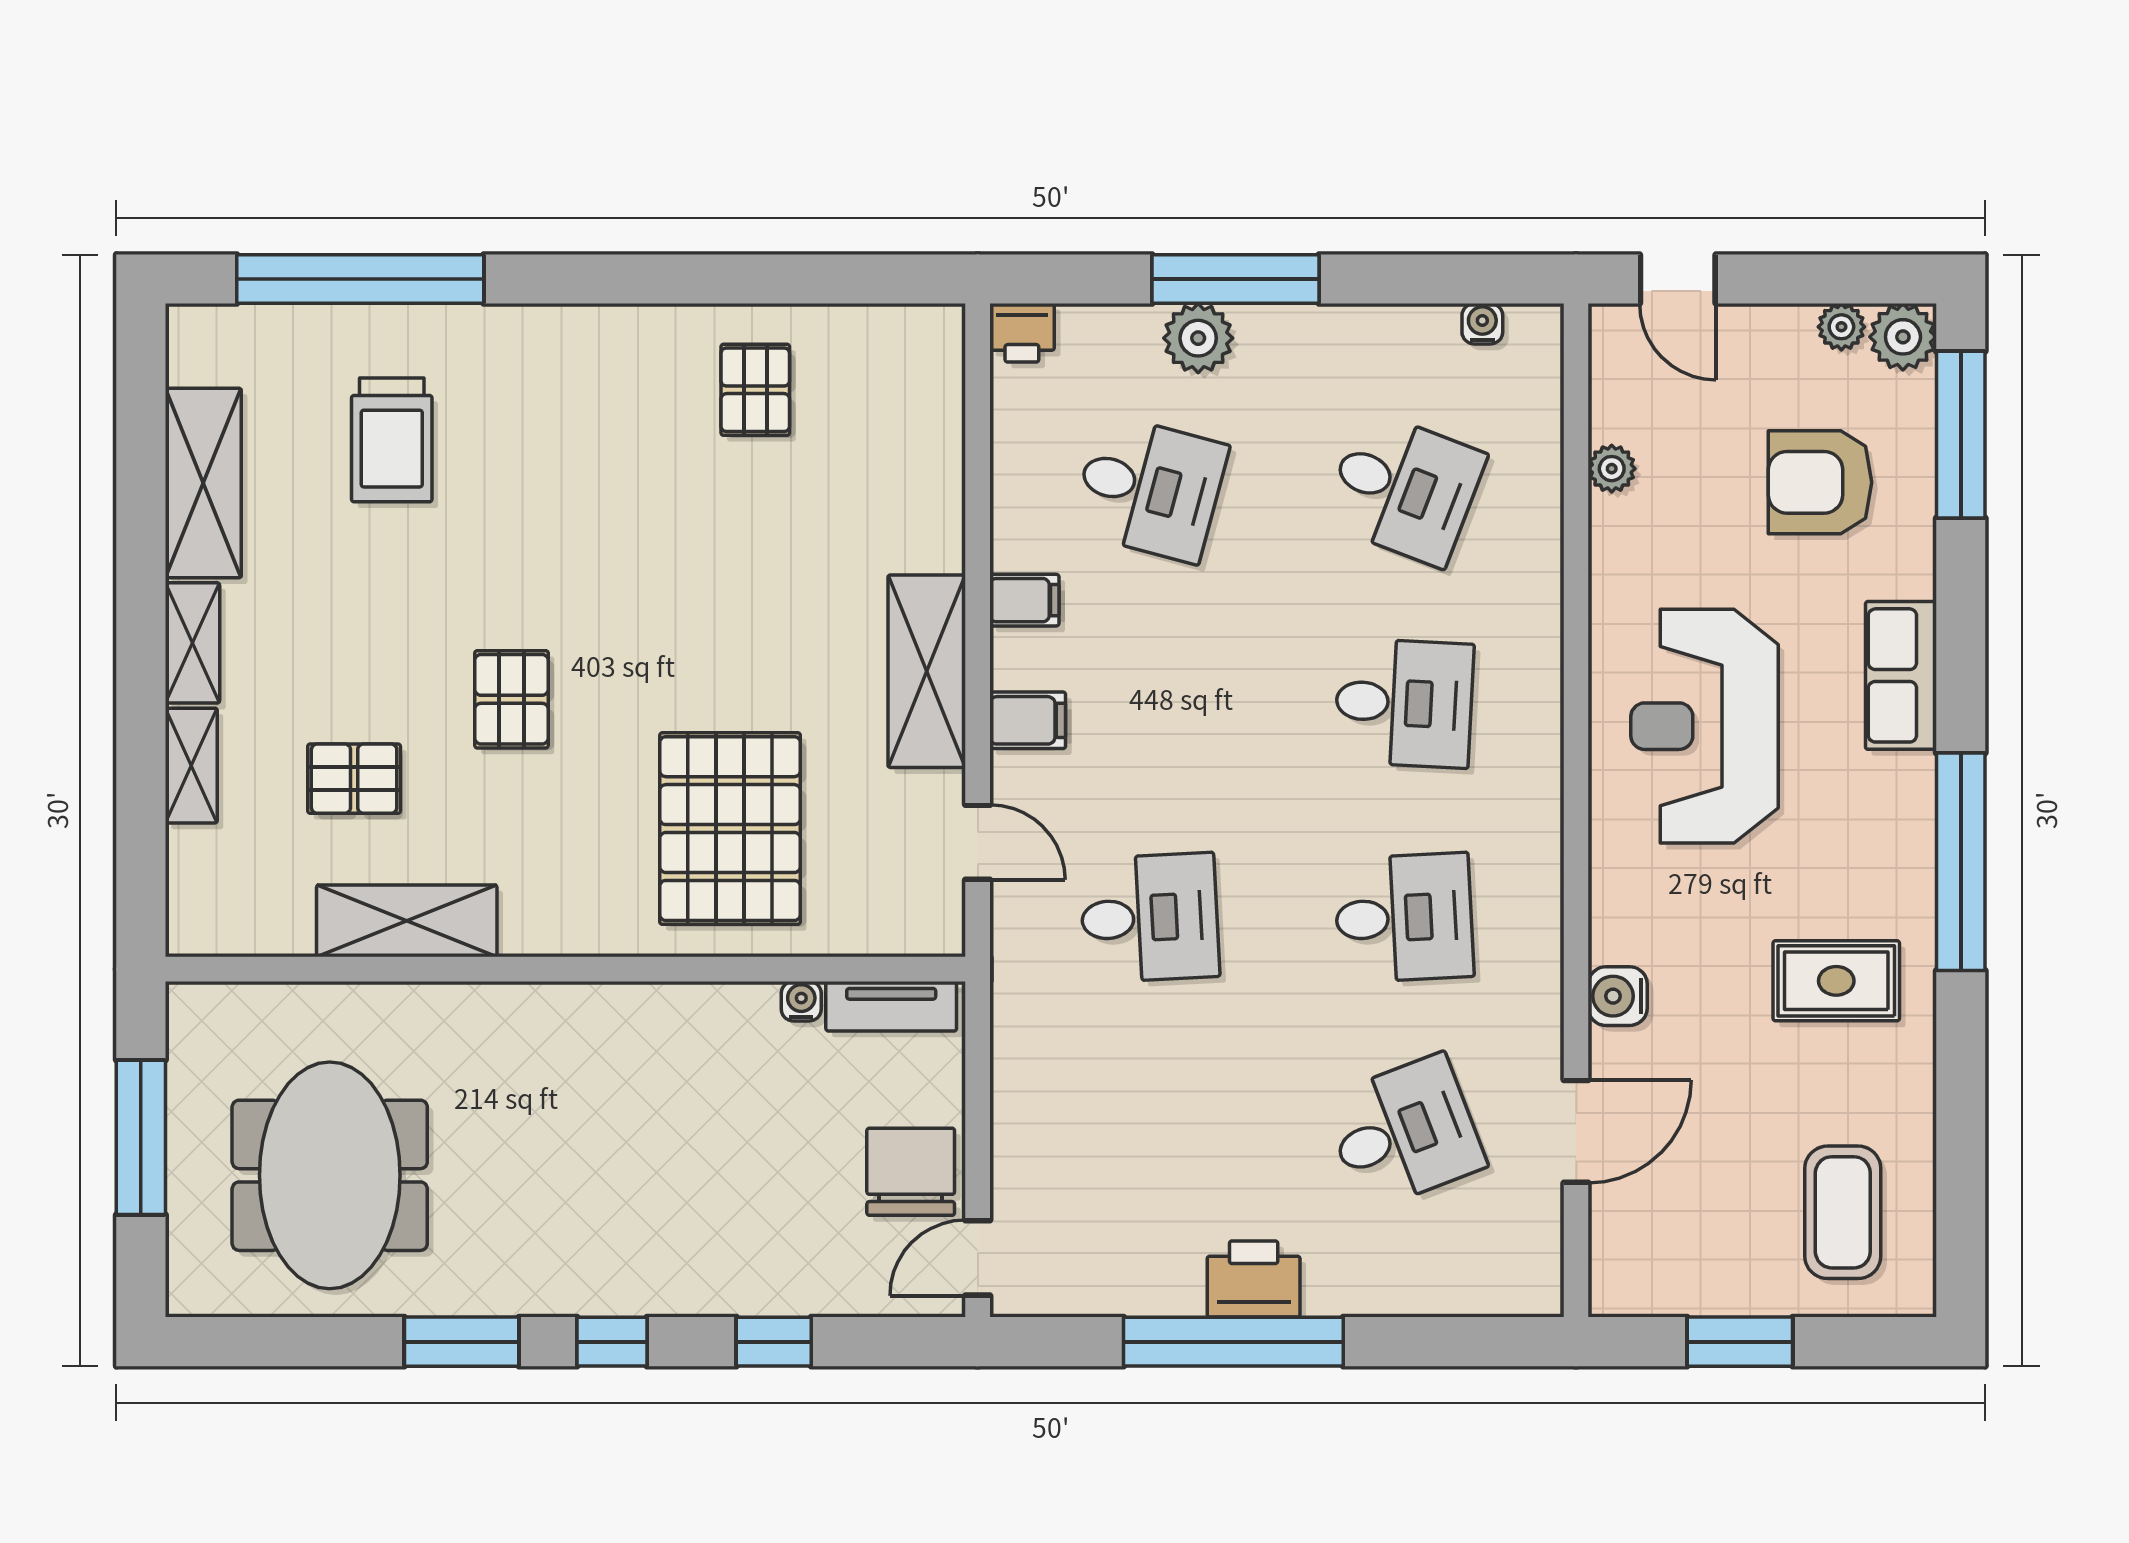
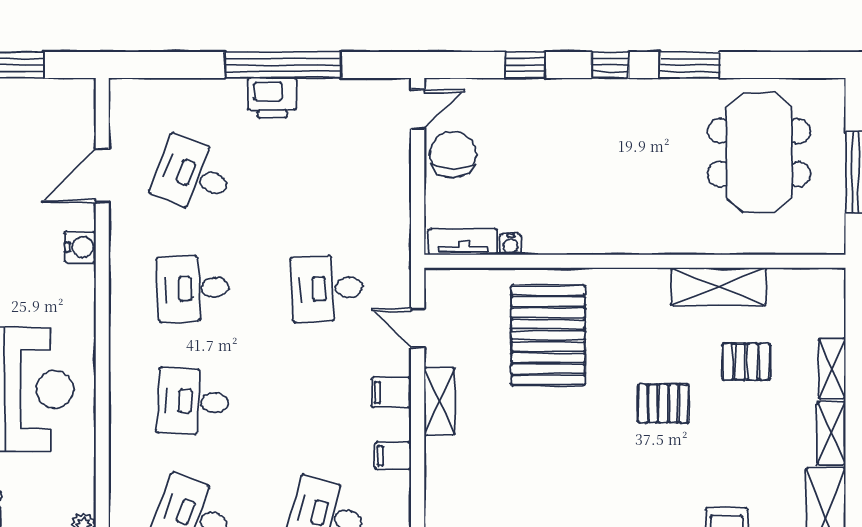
shelving: (927, 671) -> (439, 401), width x0.67, depth x0.75
pallet: (511, 699) -> (663, 403), turned 90
desk: (1404, 1132) -> (193, 175), turned 42
chair: (911, 1172) -> (453, 154), turned 180

